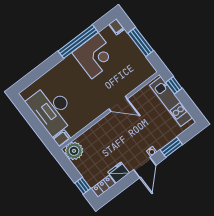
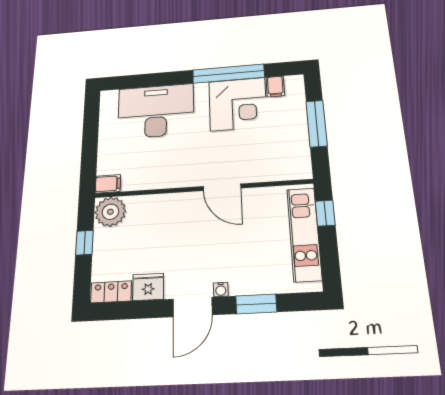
filing cabinet: (117, 27) -> (275, 86), moved
desk: (52, 109) -> (156, 111), moved, turned 90
window: (83, 186) -> (84, 243), moved

